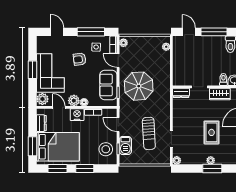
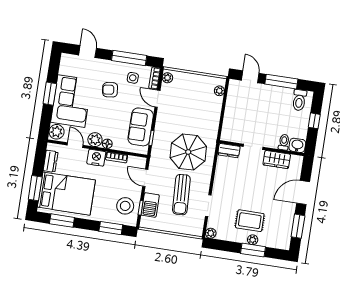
parasol: (139, 86) -> (188, 152), moved
rug: (211, 132) -> (250, 221), moved, turned 90
window: (85, 169) -> (111, 228), moved

